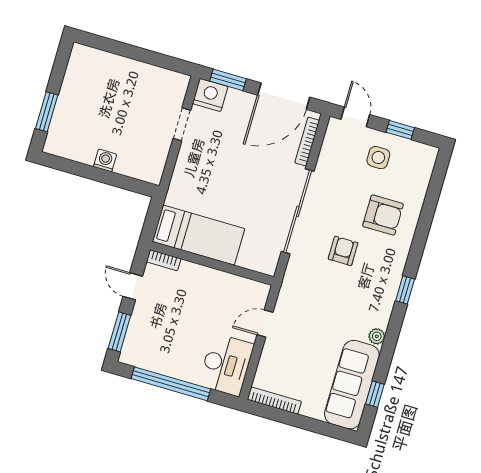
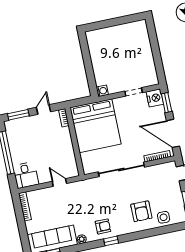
window: (47, 112) -> (105, 24), removed
side table: (378, 158) -> (164, 217), moved
washing machine: (105, 160) -> (102, 91), moved
bed: (199, 235) -> (95, 126), width x2.04
armchair: (343, 251) -> (103, 226), moved
desk: (226, 365) -> (26, 175), width x0.73

